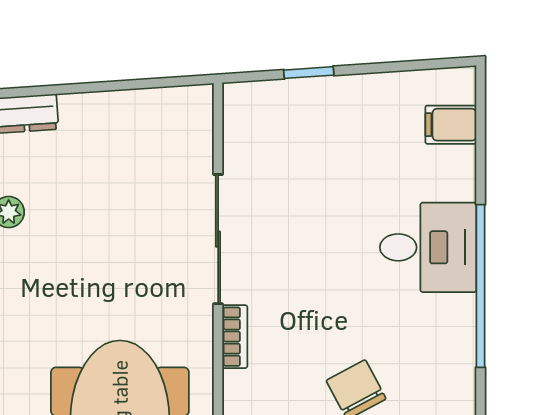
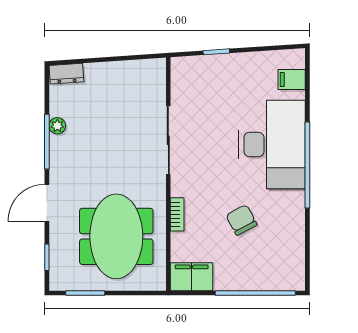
desk: (428, 247) -> (272, 144), width x1.87, depth x1.30
bookcase: (235, 337) -> (177, 214), moved

